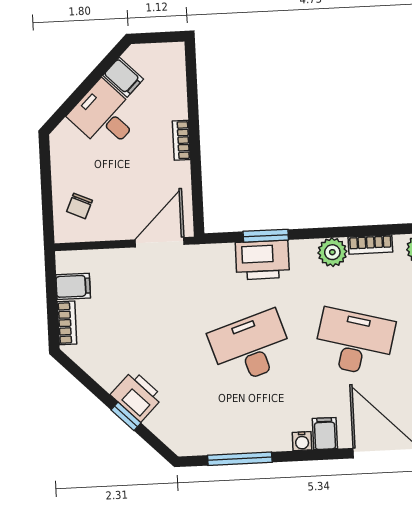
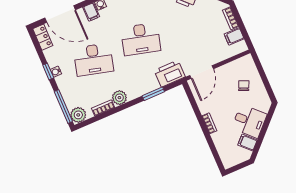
chair: (79, 206) -> (244, 86), moved
printer: (262, 260) -> (170, 74), moved
desk: (251, 347) -> (141, 39), turned 33

